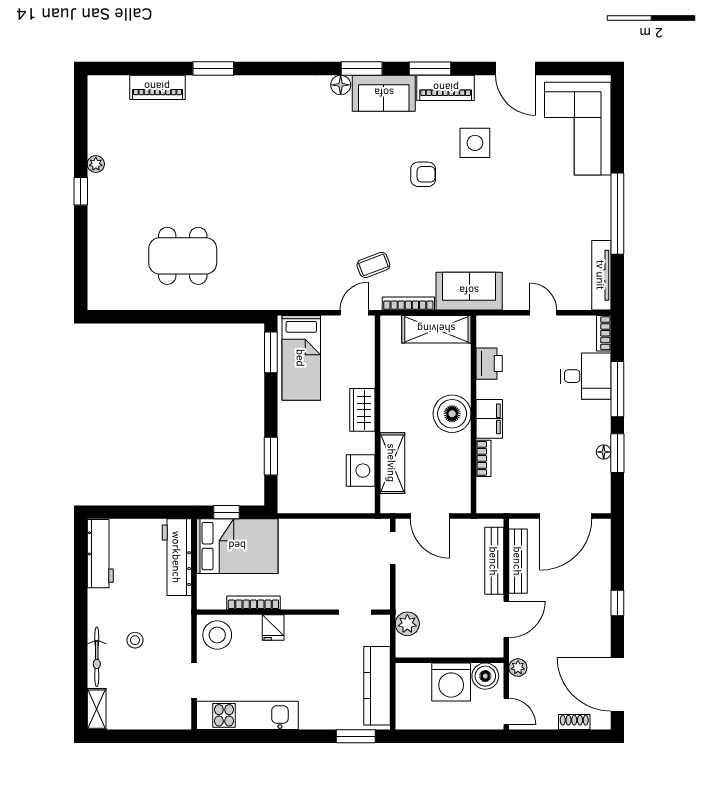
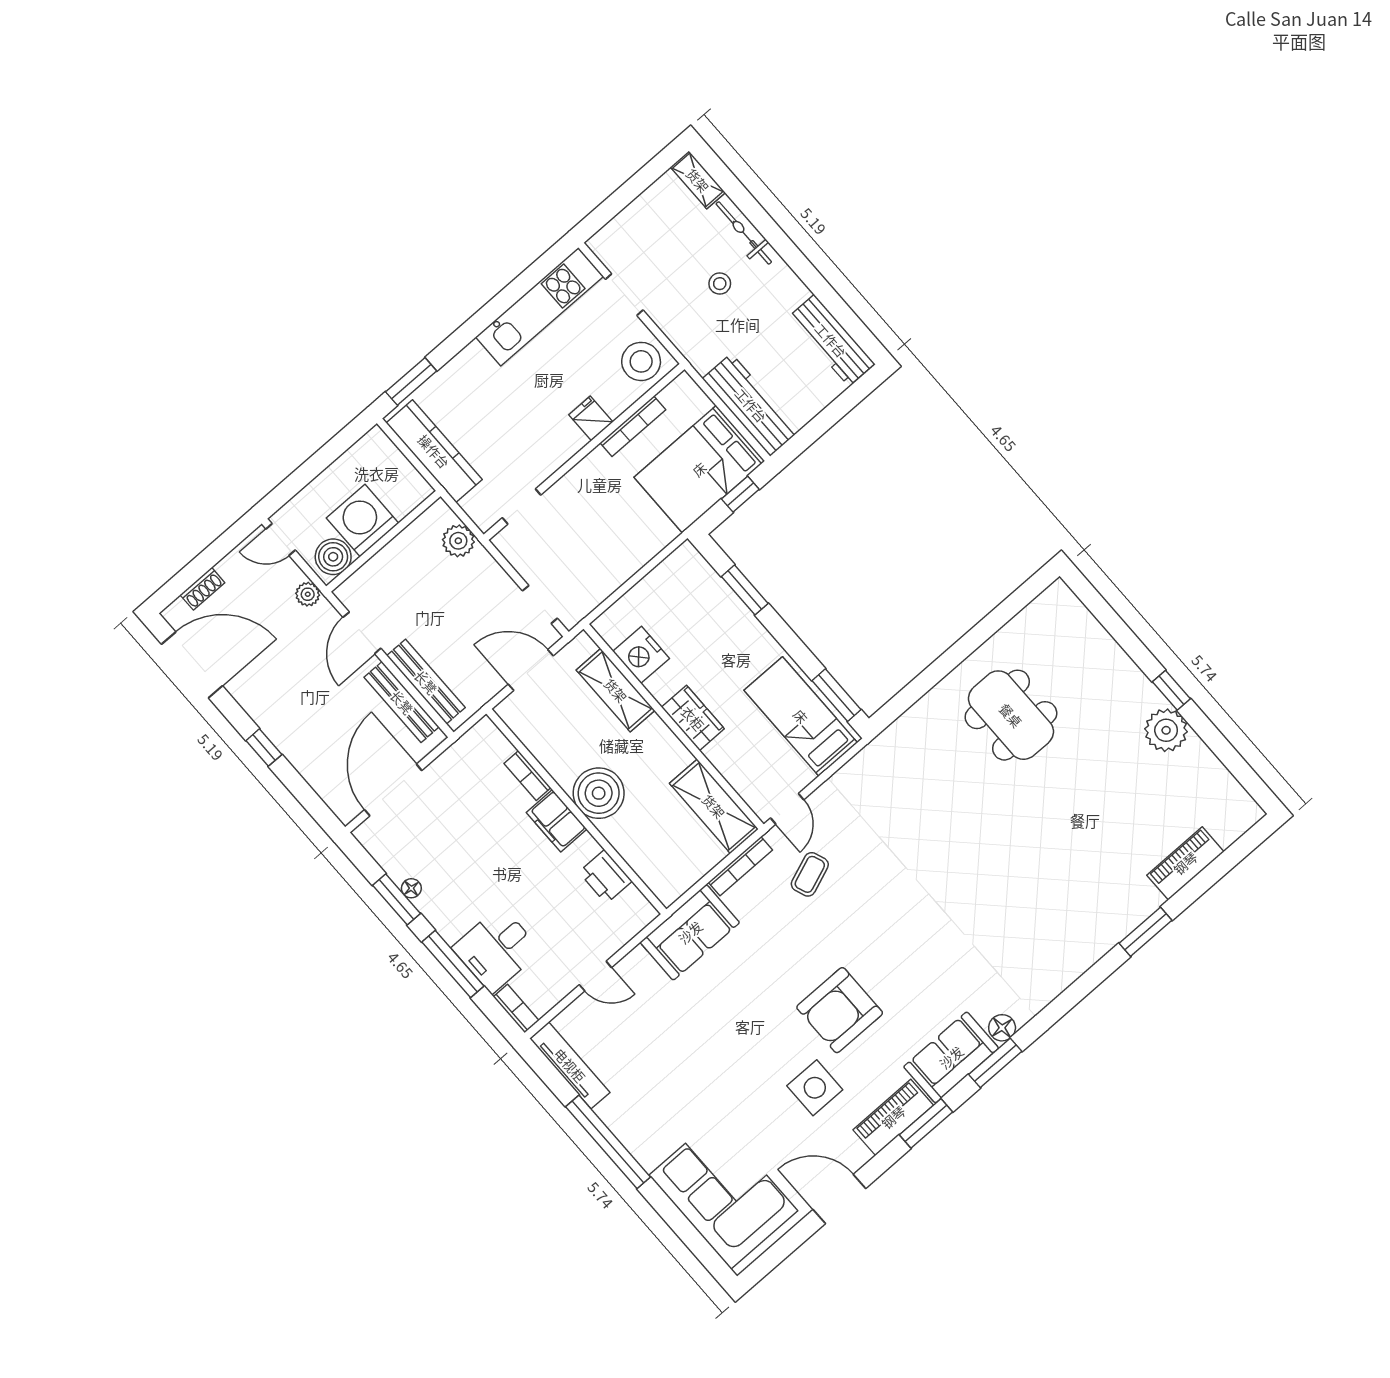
plant: (96, 164) -> (1166, 730), width x1.87, depth x1.87
armchair: (423, 174) -> (840, 1010), width x1.88, depth x1.88
dining table: (183, 256) -> (1011, 715), turned 90
shelving: (436, 329) -> (714, 806), moved, turned 90

